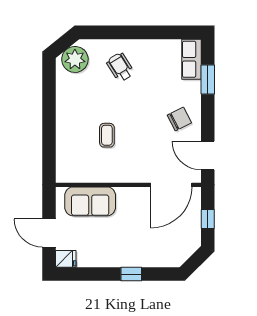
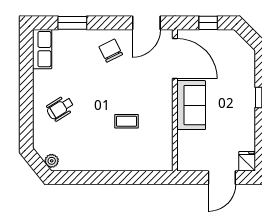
plant: (75, 59) -> (52, 161), width x0.53, depth x0.53
row of seats: (191, 59) -> (42, 49), moved, turned -90
sofa: (90, 201) -> (191, 105), moved

